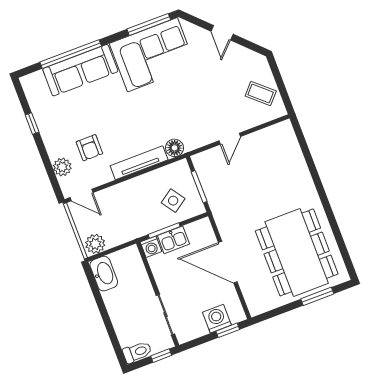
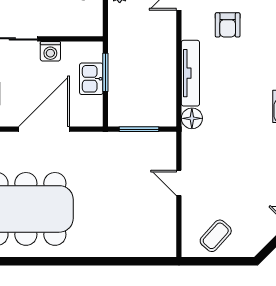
armchair: (89, 148) -> (228, 25), turned -90
side table: (173, 201) -> (135, 95), removed
washing machine: (151, 247) -> (50, 51), moved, turned -90

